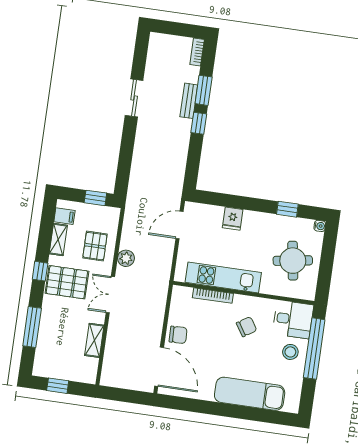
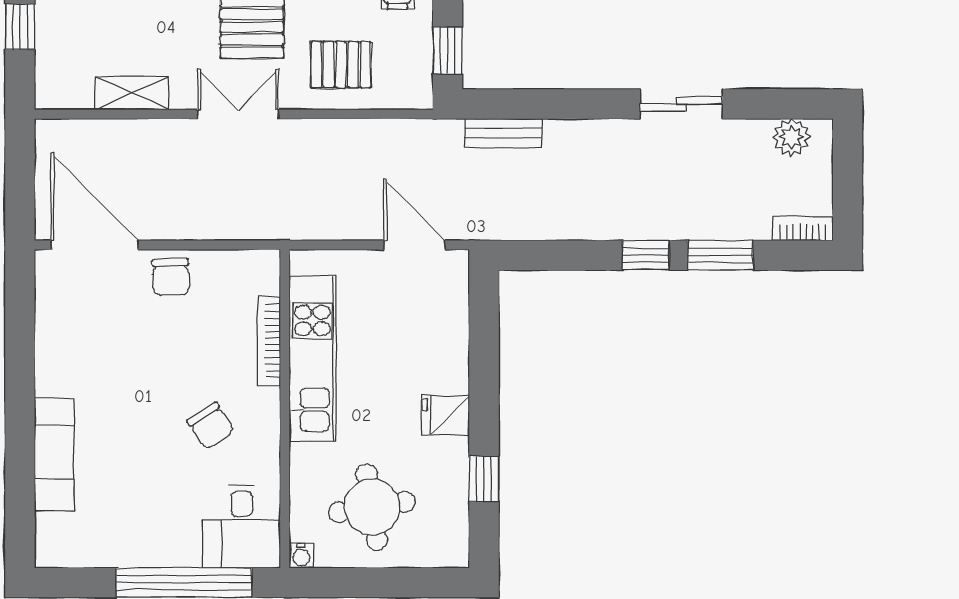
bench: (189, 101) -> (503, 133), moved
fridge: (233, 219) -> (446, 415), moved
water cooler: (320, 226) -> (301, 556), moved
plant: (126, 258) -> (791, 137), moved
stool: (290, 352) -> (169, 531), removed
door: (159, 367) -> (94, 245), swing flipped
exam couch: (250, 394) -> (54, 454), width x0.73, depth x0.69

